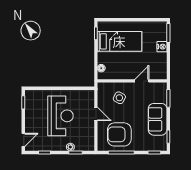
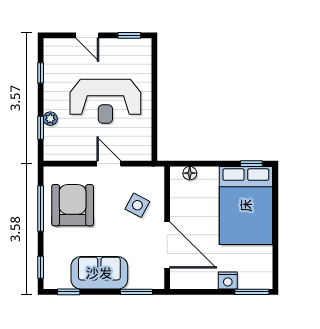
bed: (119, 41) -> (246, 205), width x1.50
door: (142, 81) -> (167, 245), width x1.88
door: (96, 114) -> (109, 164), swing flipped
door: (23, 140) -> (87, 35), moved

